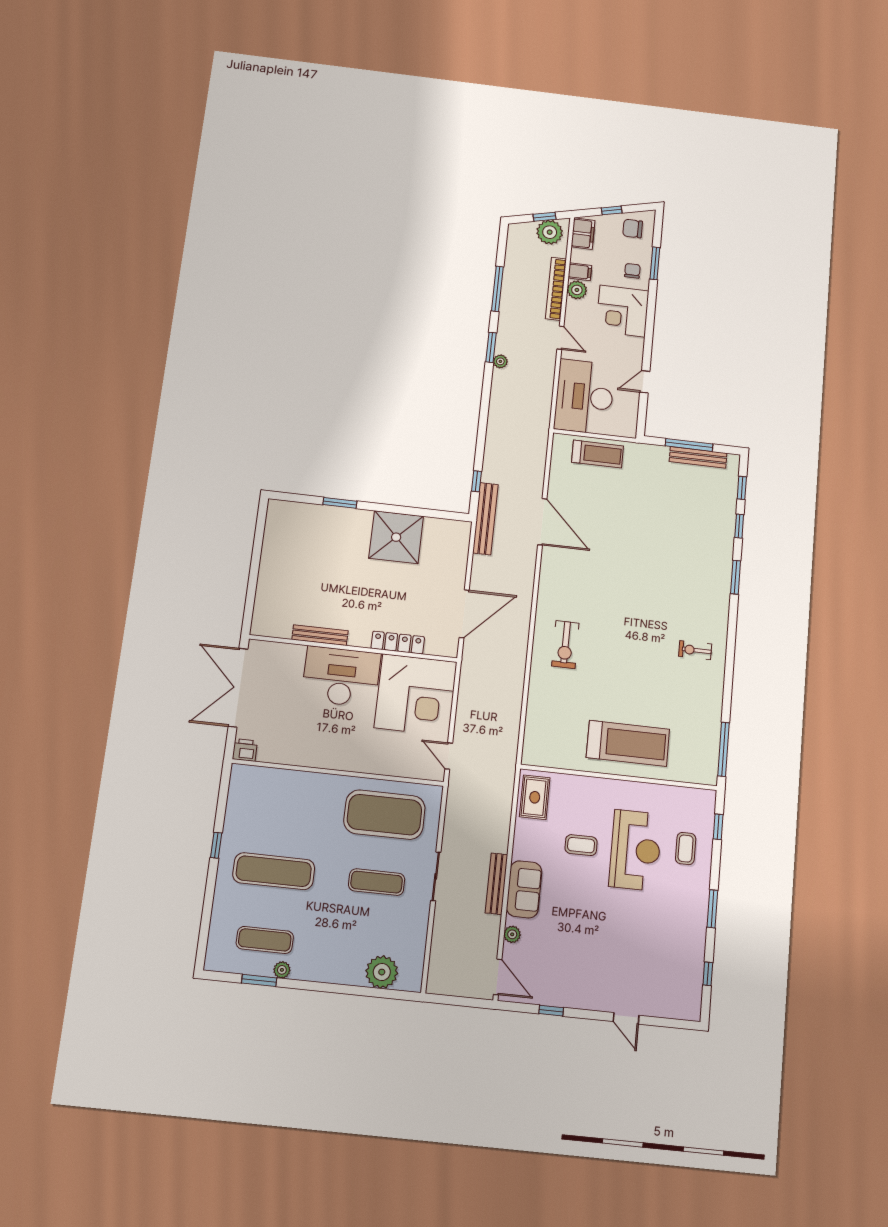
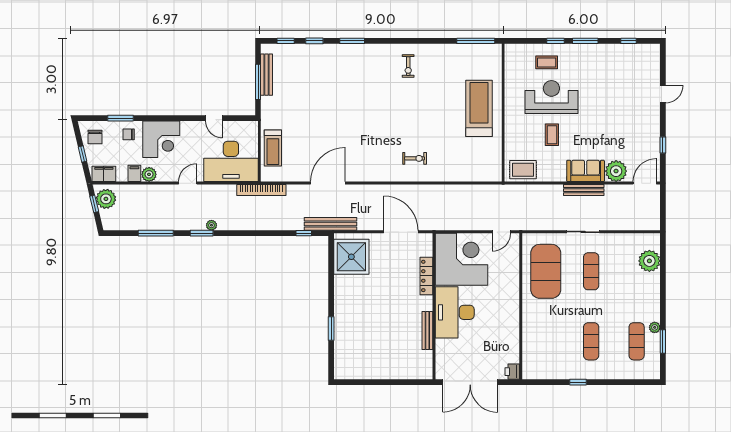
bookcase: (556, 289) -> (261, 190), moved
treadmill: (598, 454) -> (273, 148), turned 180
shower: (396, 537) -> (351, 257), moved
exercise bike: (565, 645) -> (415, 158), width x0.73, depth x0.72
window: (718, 827) -> (555, 41), moved
exercise mat: (274, 871) -> (591, 341), width x0.73, depth x0.69
plant: (512, 934) -> (616, 171), width x1.87, depth x1.87

